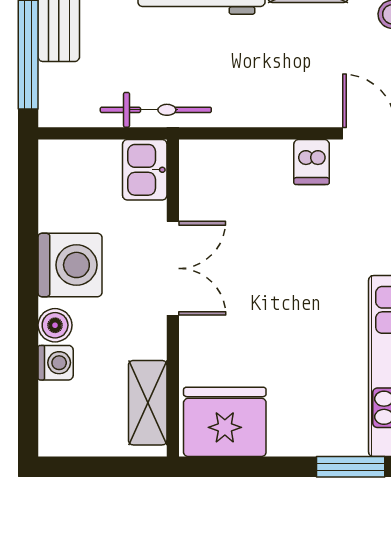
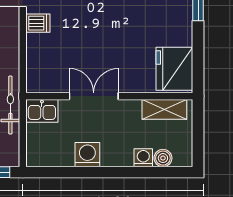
washing machine: (70, 265) -> (87, 155), width x0.73, depth x0.73
boiler: (55, 325) -> (163, 158), moved

